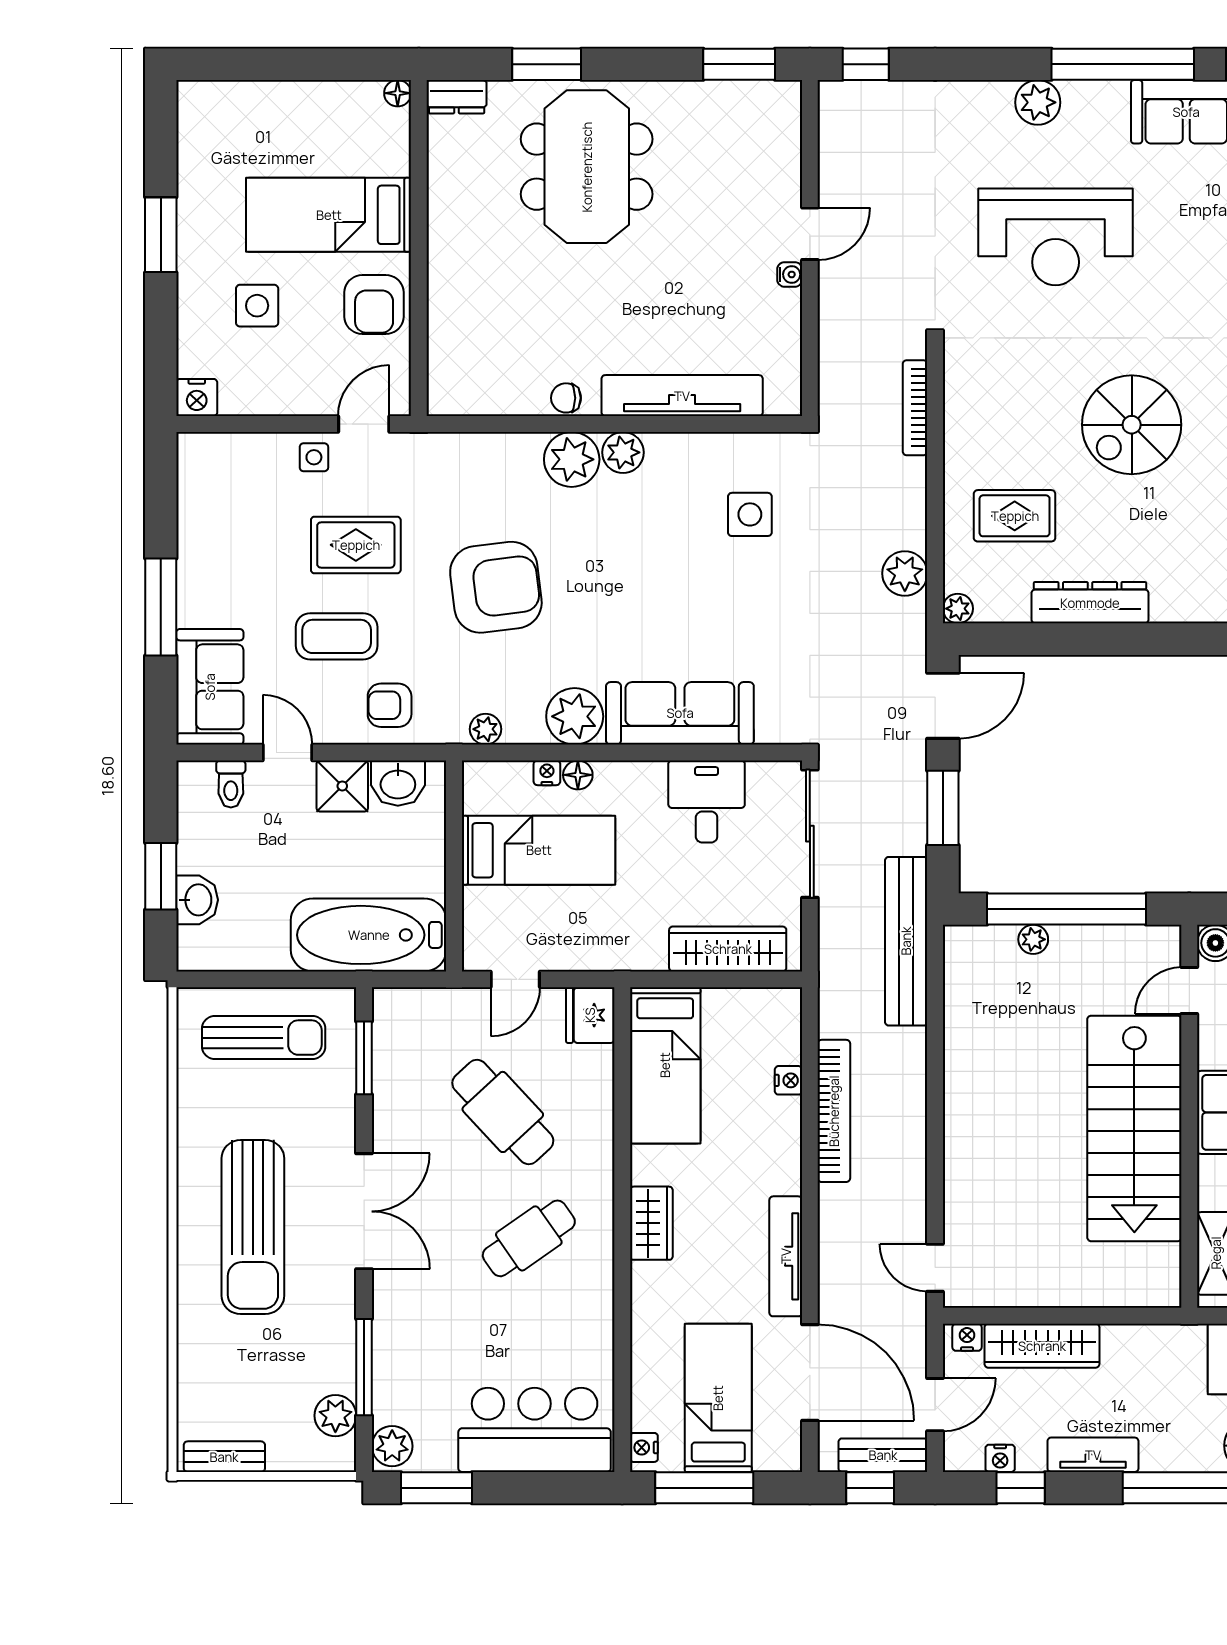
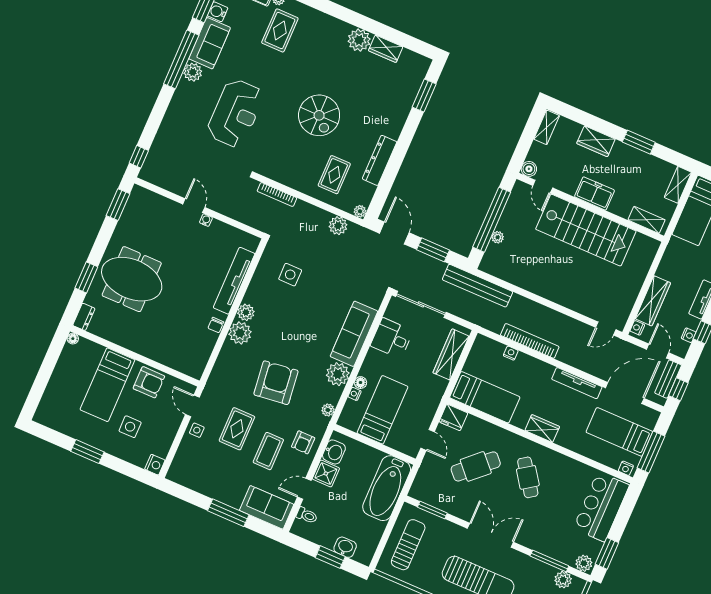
plant: (1038, 102) -> (193, 72), moved

